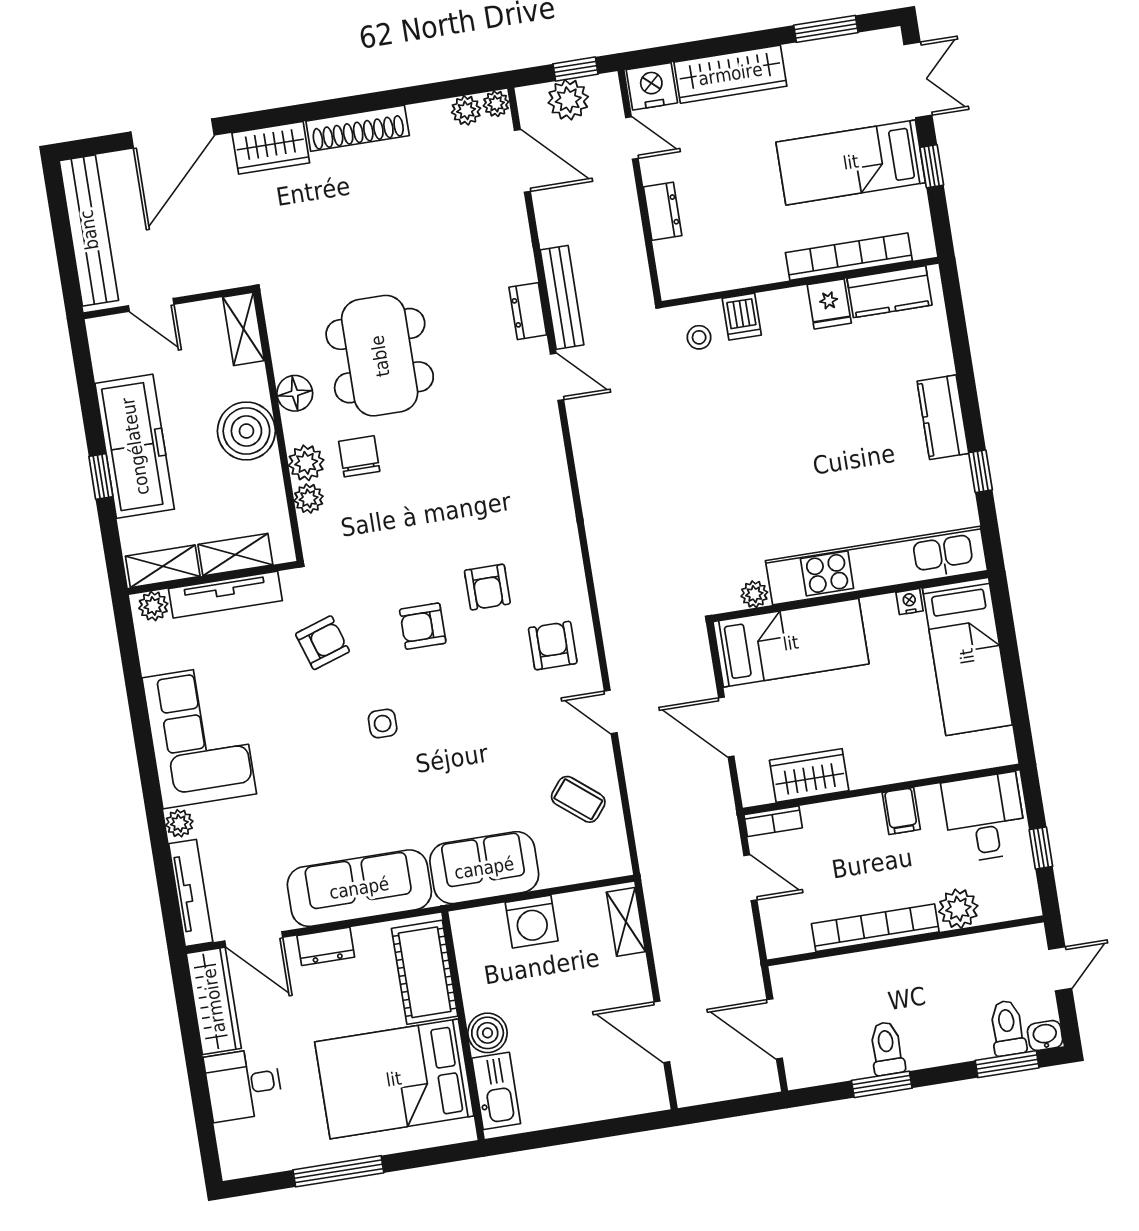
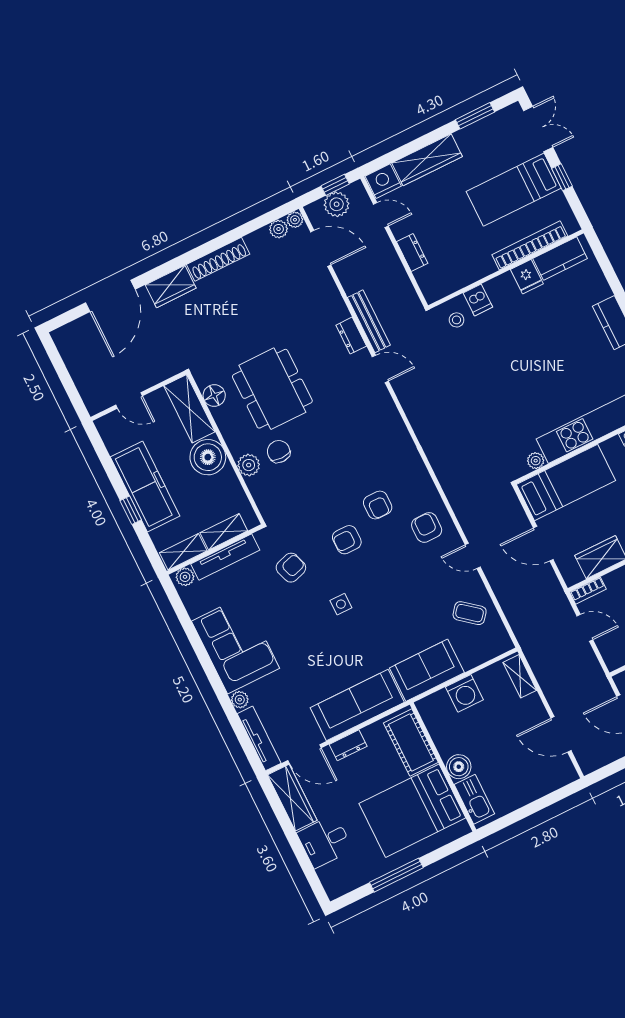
bench: (89, 230) -> (79, 368), removed
shelving: (244, 329) -> (189, 409), width x1.50, depth x1.33
floor lamp: (295, 393) -> (214, 395), moved
plant: (309, 498) -> (257, 485), removed

